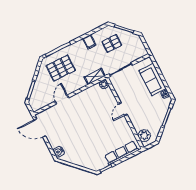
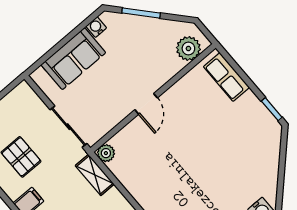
door: (123, 109) -> (146, 104), hinge flipped
row of seats: (122, 153) -> (226, 77), width x0.68

